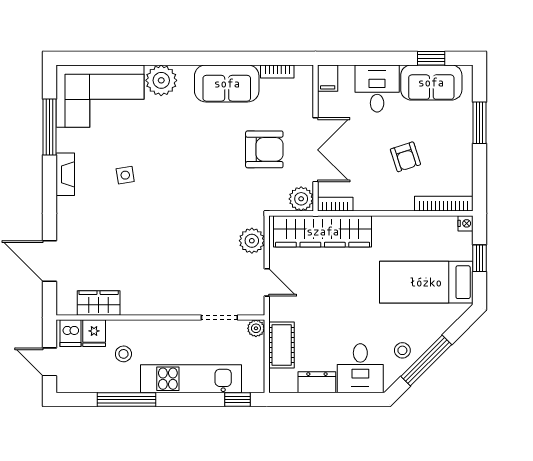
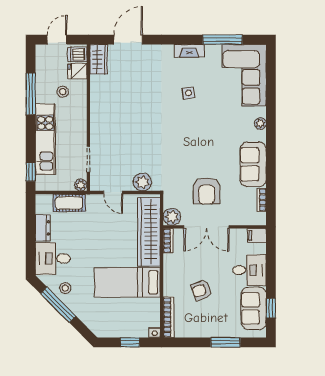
plant: (161, 80) -> (260, 123), width x0.53, depth x0.53
door: (267, 282) -> (113, 193), hinge flipped
bed: (426, 282) -> (127, 282), moved, turned -90
wardrobe: (99, 303) -> (99, 59), moved

